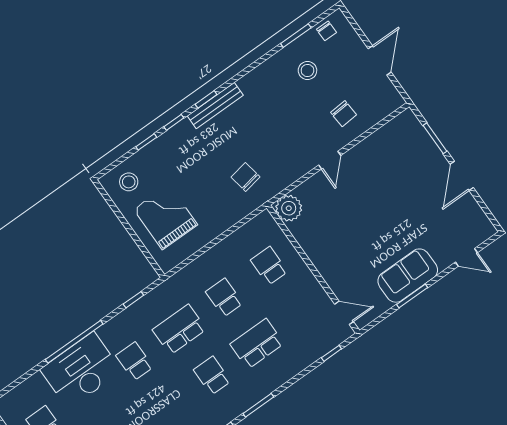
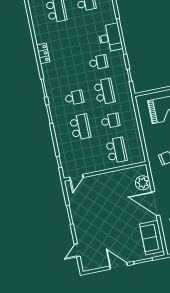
door: (330, 160) -> (156, 204), width x1.88
plant: (289, 208) -> (143, 183), moved
school desk: (269, 266) -> (116, 150), width x1.85
sofa: (408, 276) -> (152, 238), moved, turned 180
desk: (81, 370) -> (110, 38), width x0.73, depth x0.77

